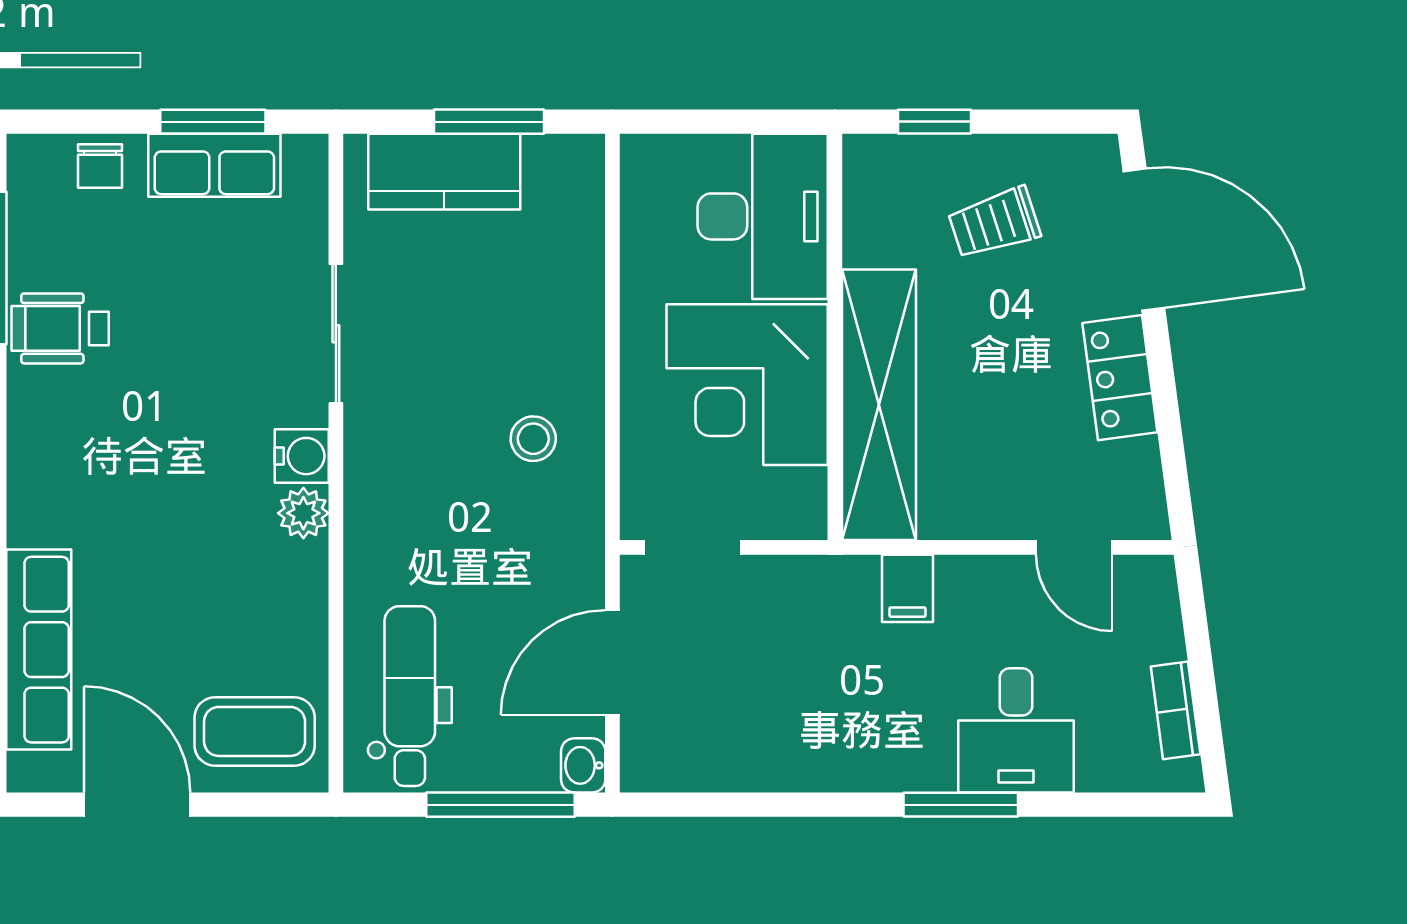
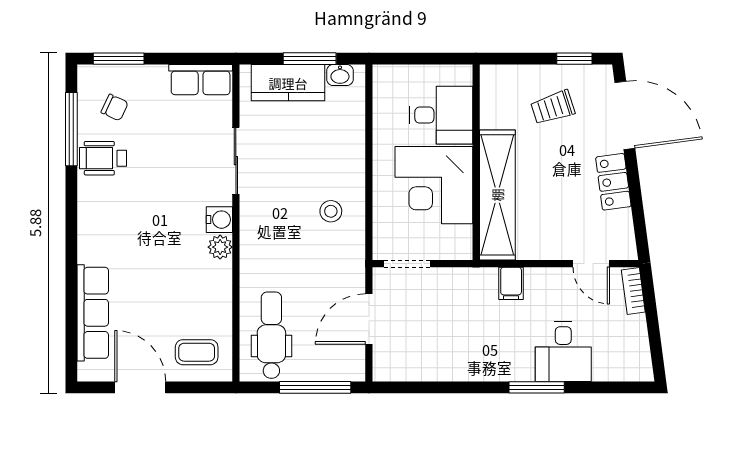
window: (213, 122) -> (119, 59), moved
window: (934, 122) -> (574, 59), moved
row of seats: (214, 165) -> (201, 80), moved
chair: (100, 166) -> (115, 108), moved, turned -65
desk: (763, 216) -> (441, 115), width x0.73
bookcase: (1176, 710) -> (633, 291), moved
coffee table: (255, 731) -> (197, 352), width x0.73, depth x0.77
washbasin: (583, 765) -> (340, 75), moved, turned -90

